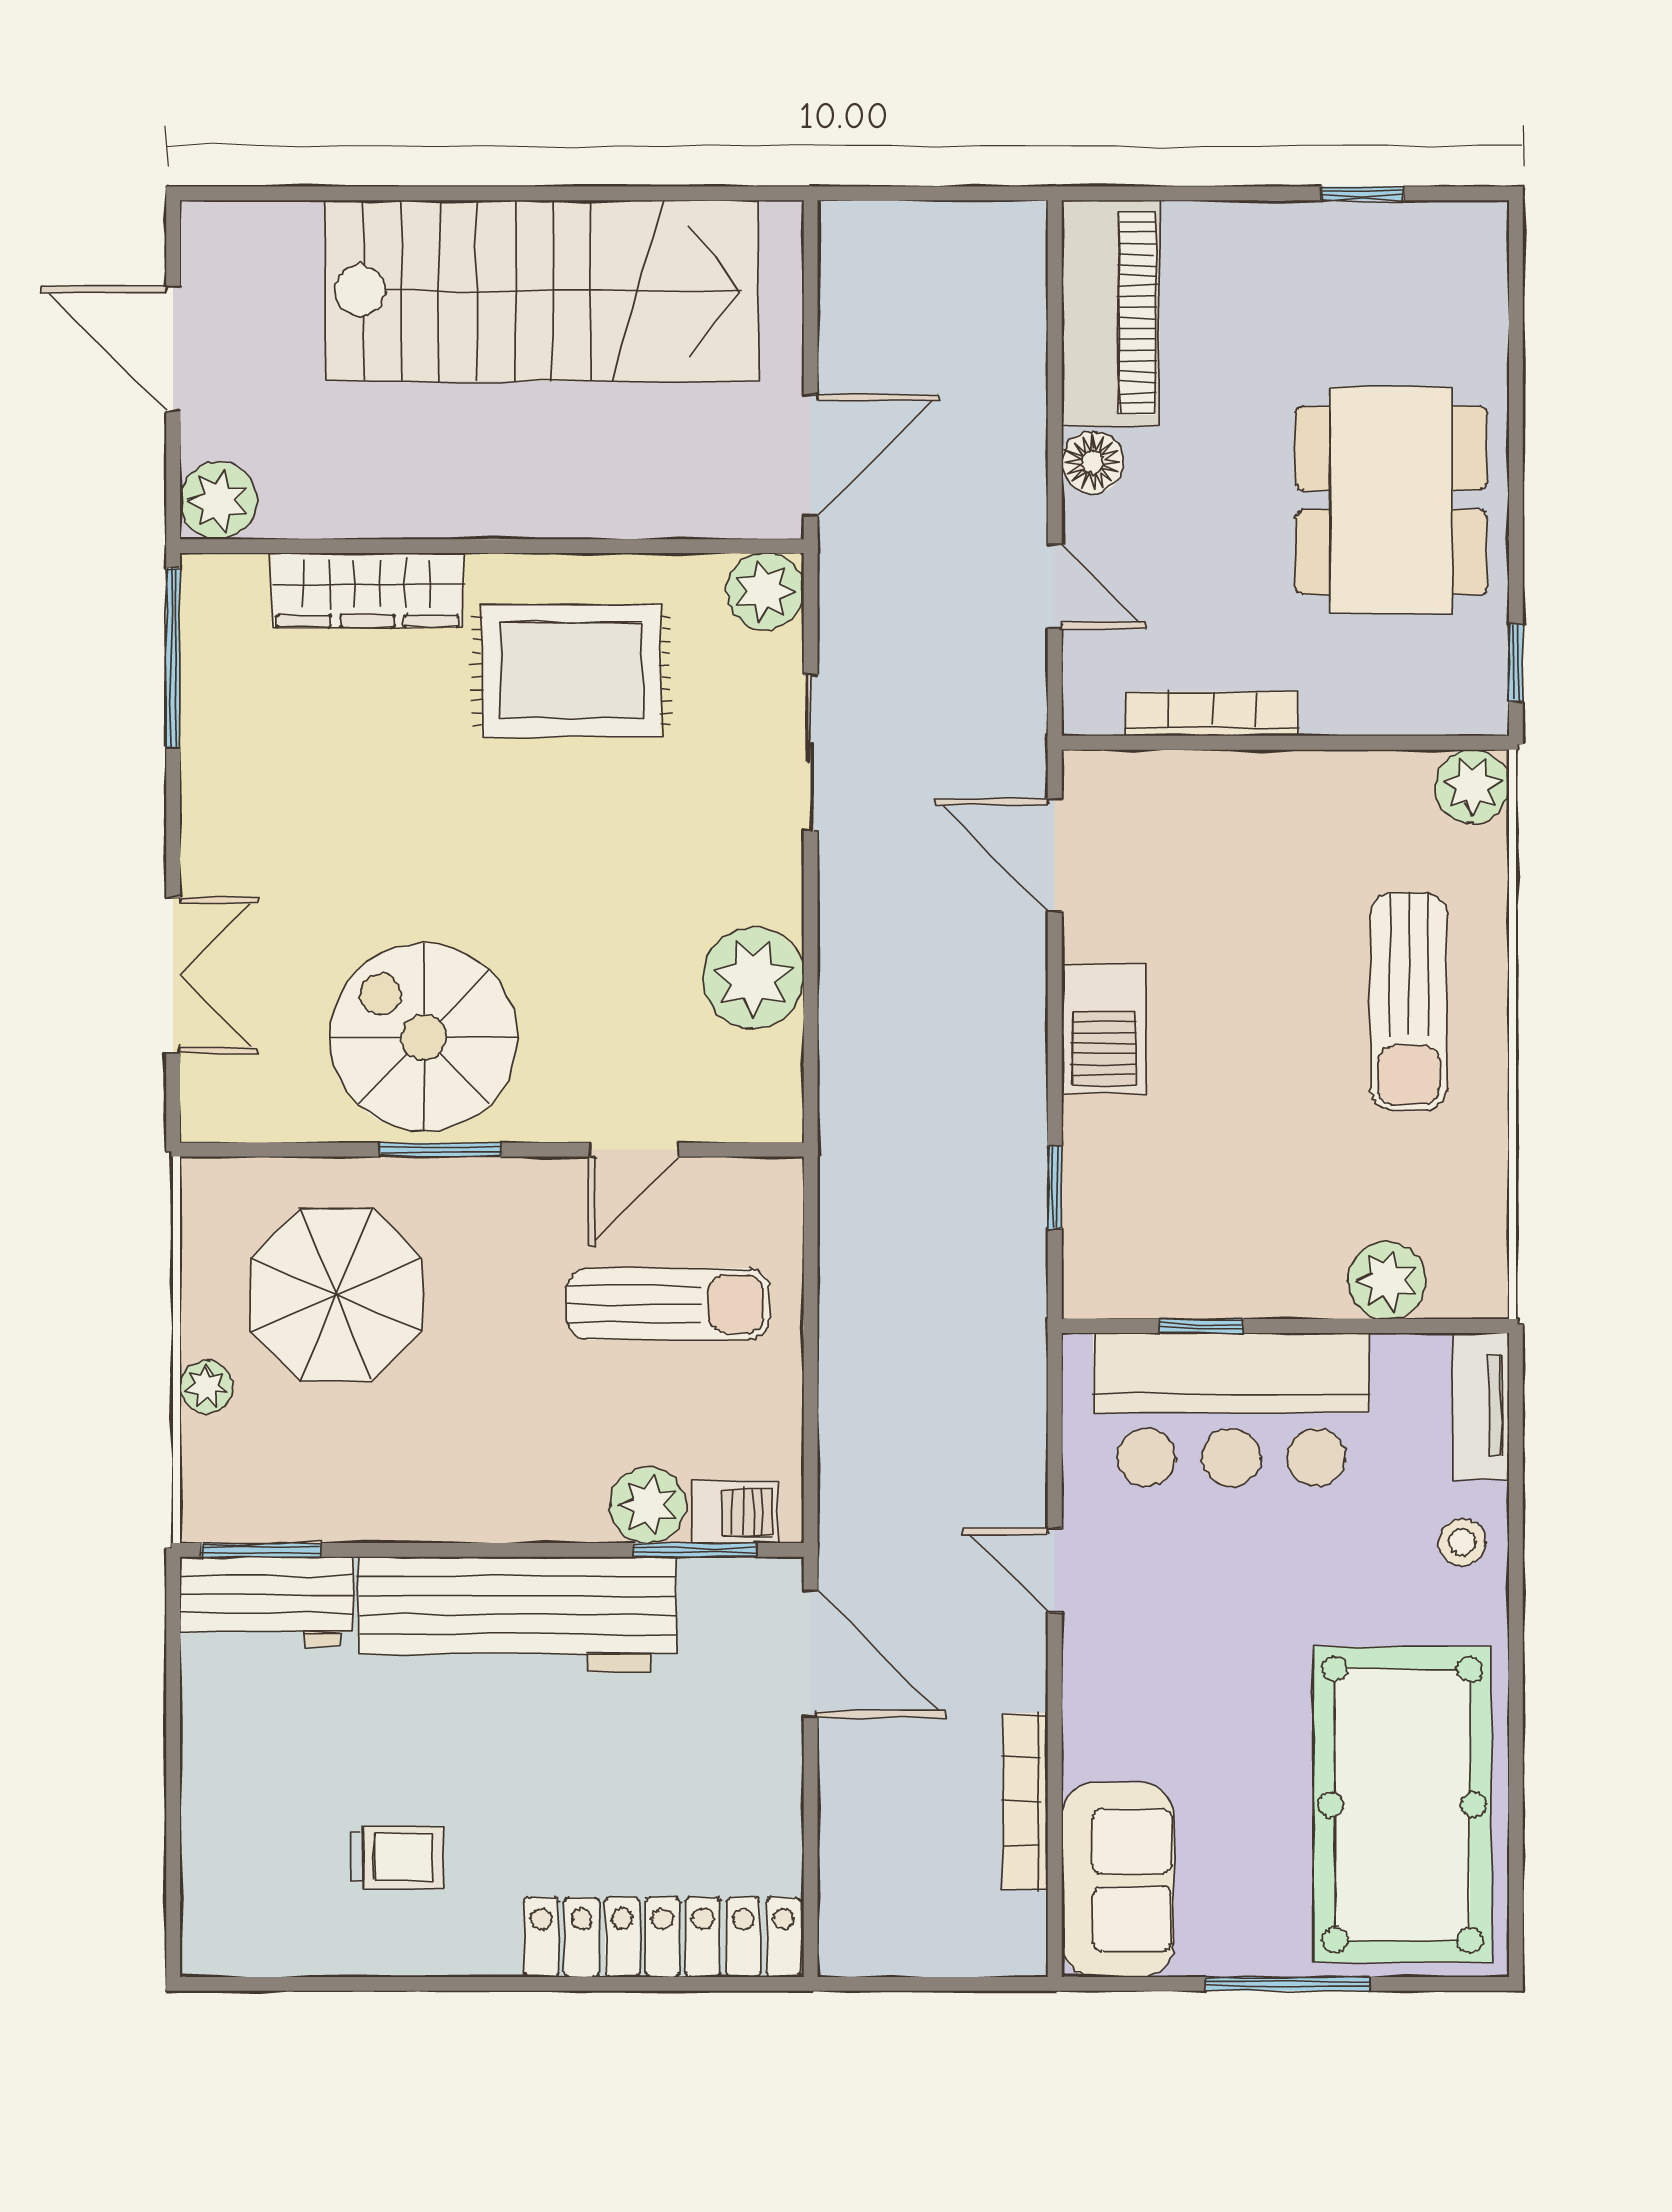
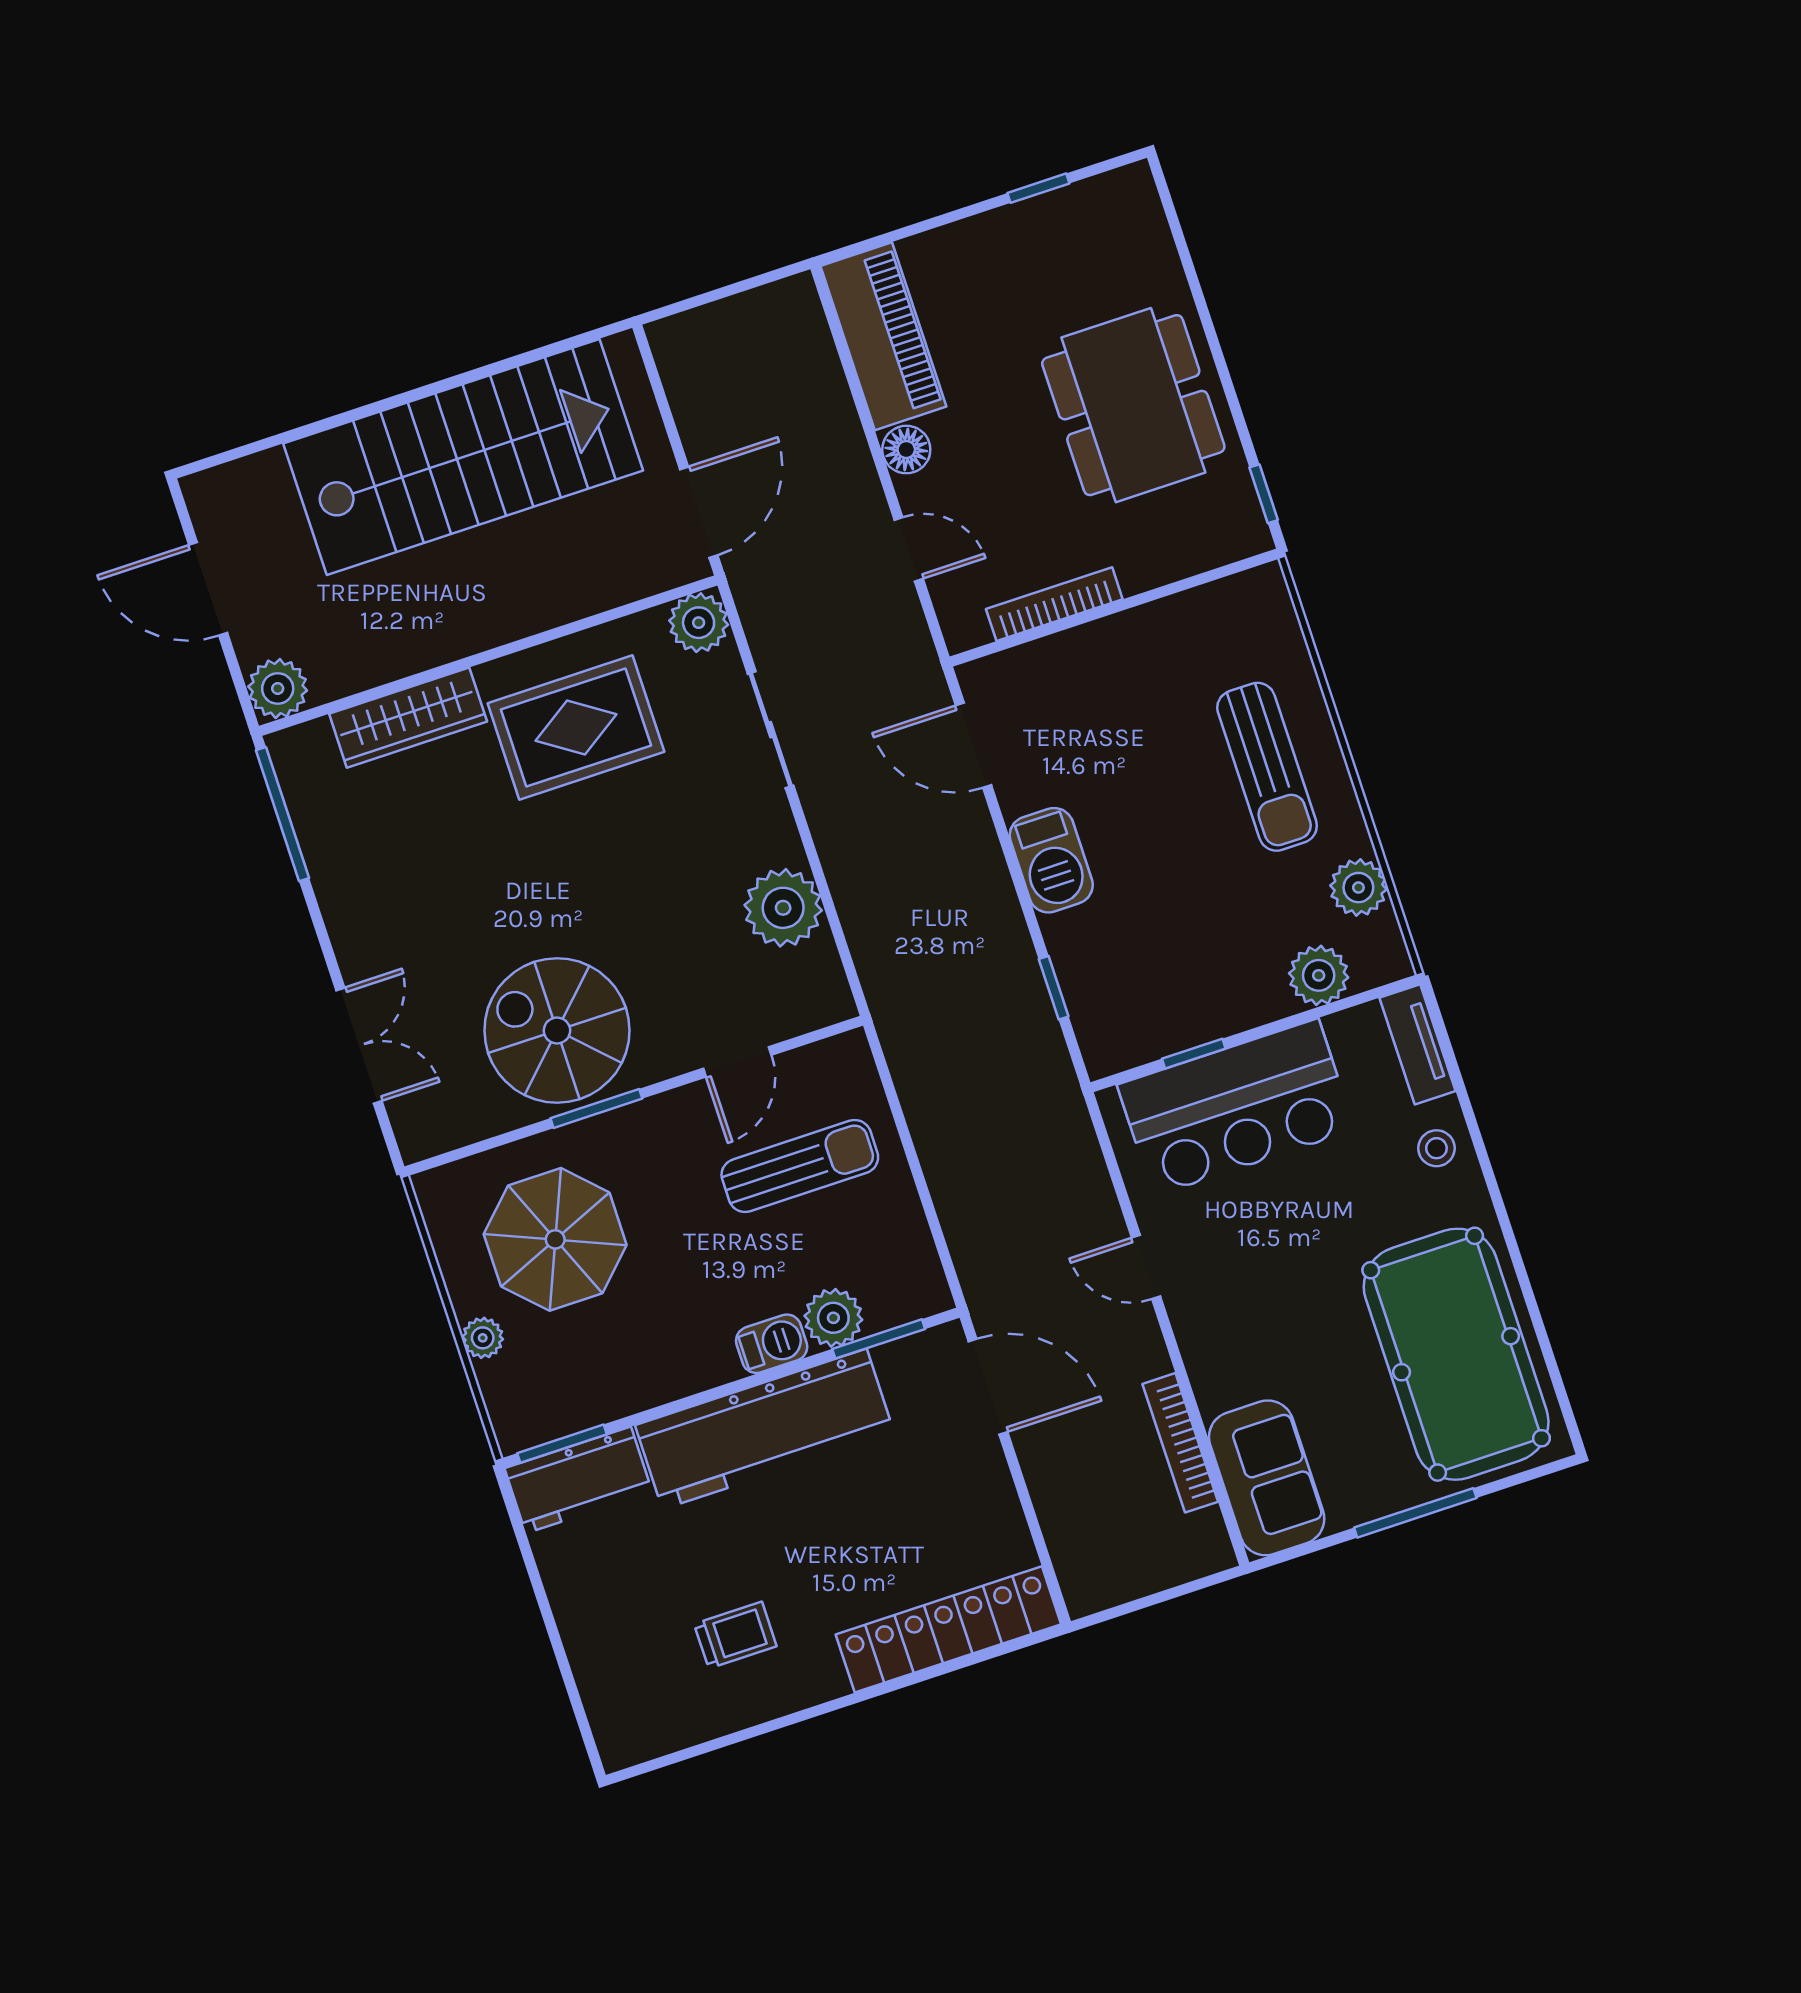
plant: (1472, 786) -> (1358, 888), moved
barbecue: (735, 1512) -> (772, 1344), moved

